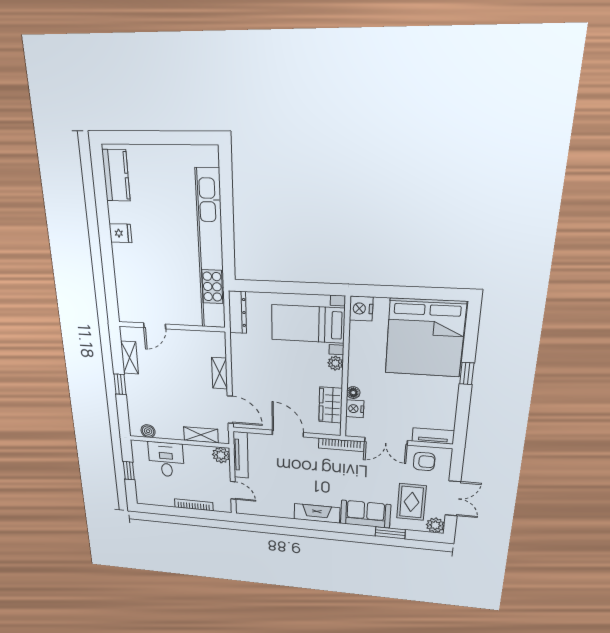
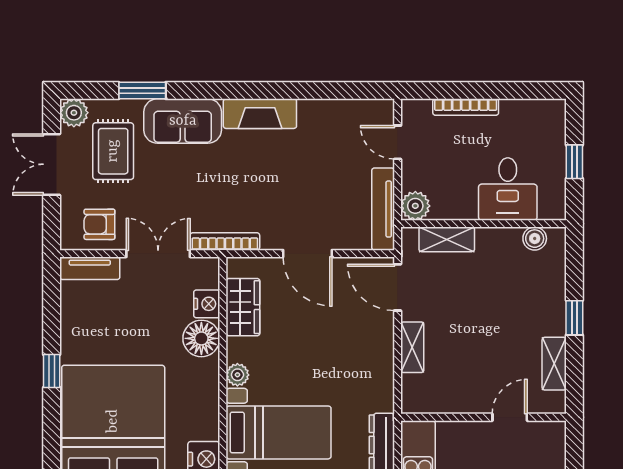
floor lamp: (353, 393) -> (201, 338), width x1.89, depth x1.89

